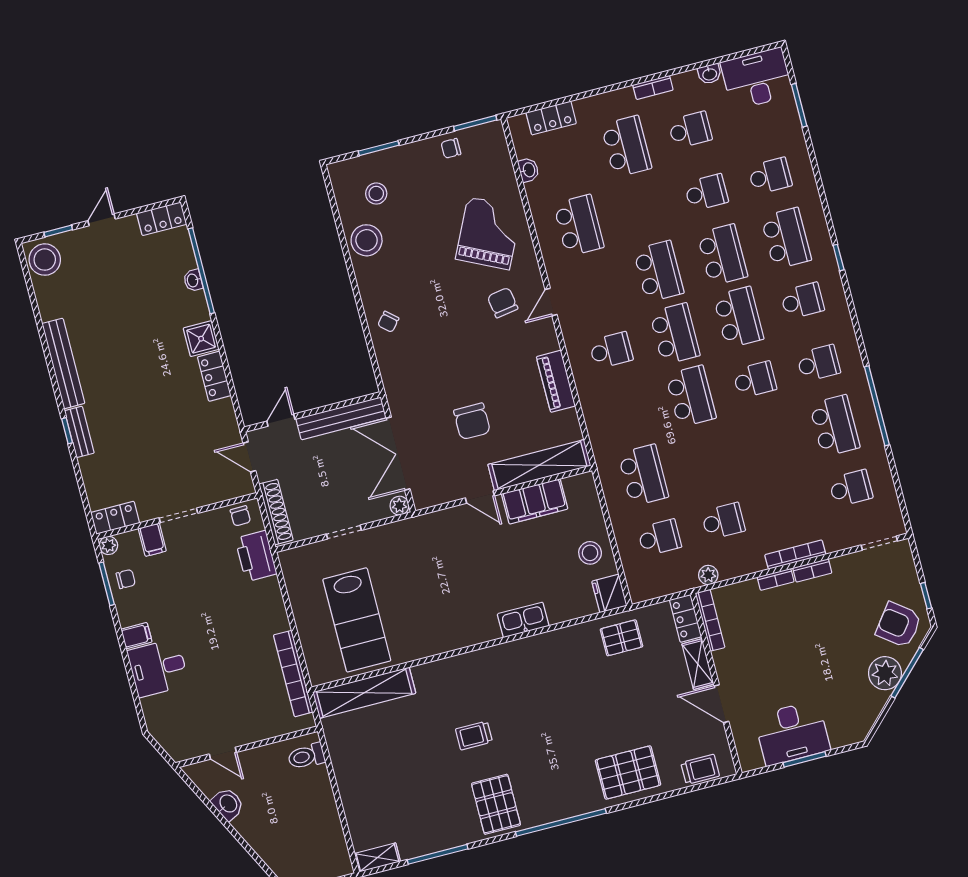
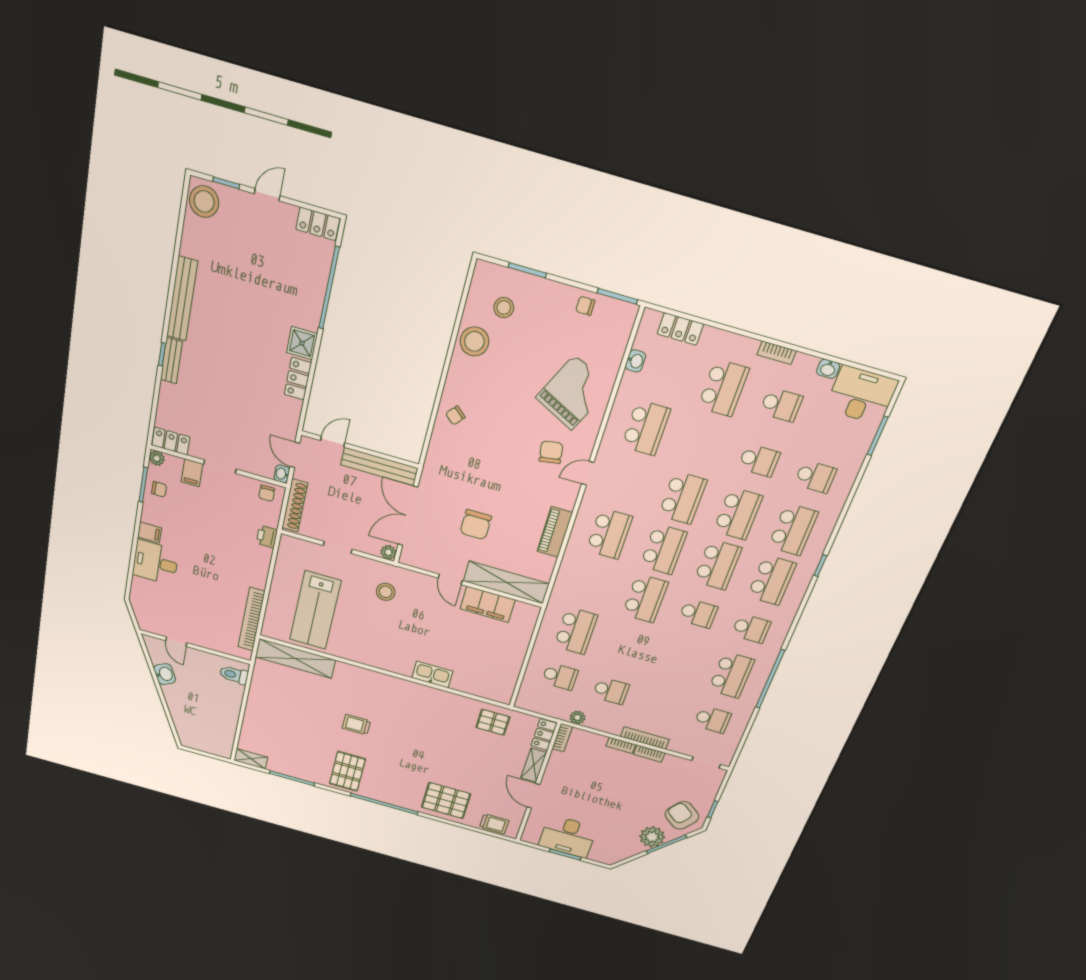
washbasin: (193, 280) -> (282, 474), moved
school desk: (802, 301) -> (772, 580), width x1.85
school desk: (611, 350) -> (609, 534), width x1.85
stool: (590, 553) -> (386, 592), moved
printer: (256, 556) -> (267, 537), width x0.53, depth x0.68
fridge: (609, 594) -> (502, 691), removed
bookcase: (710, 620) -> (562, 738), width x0.64

